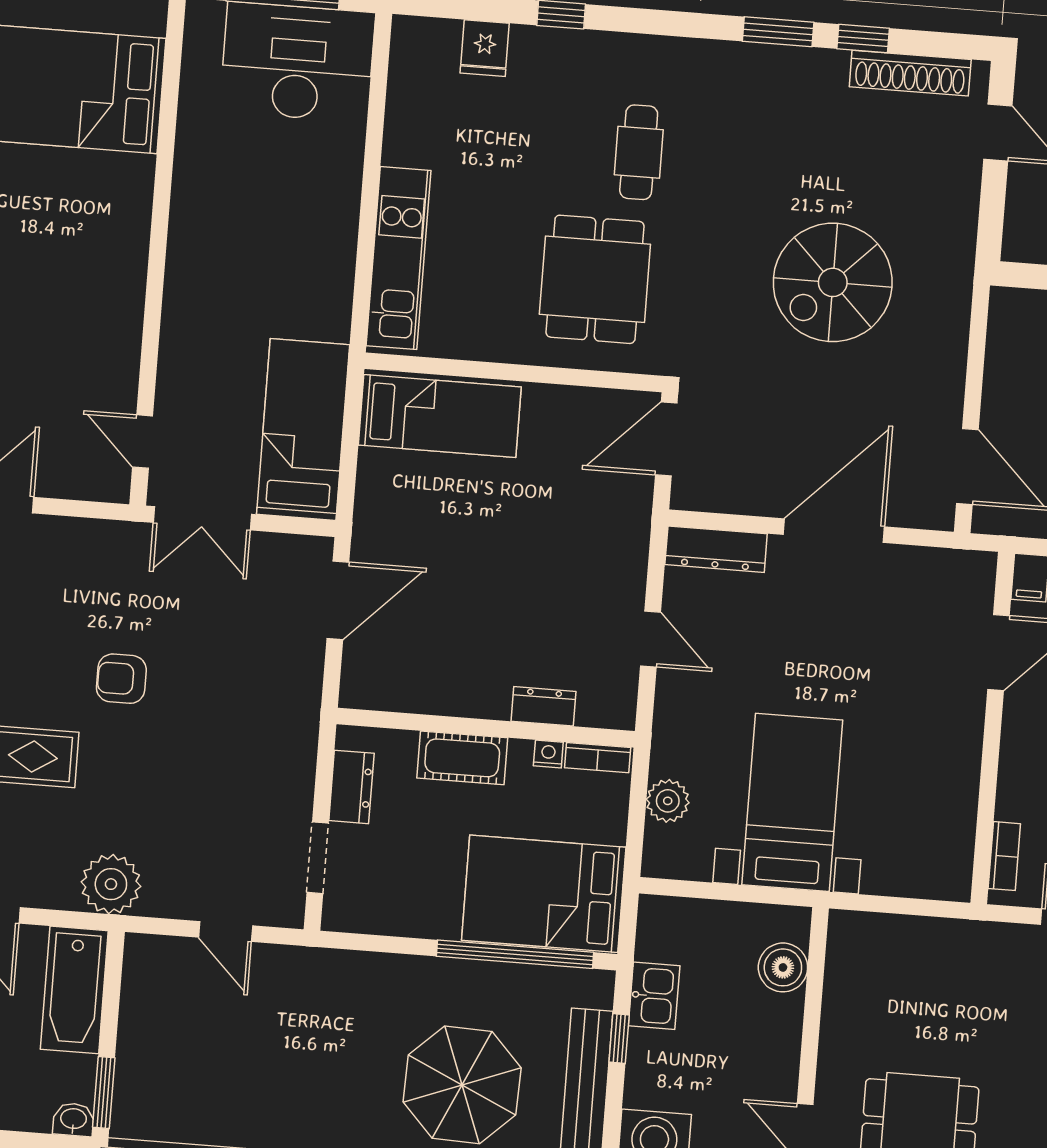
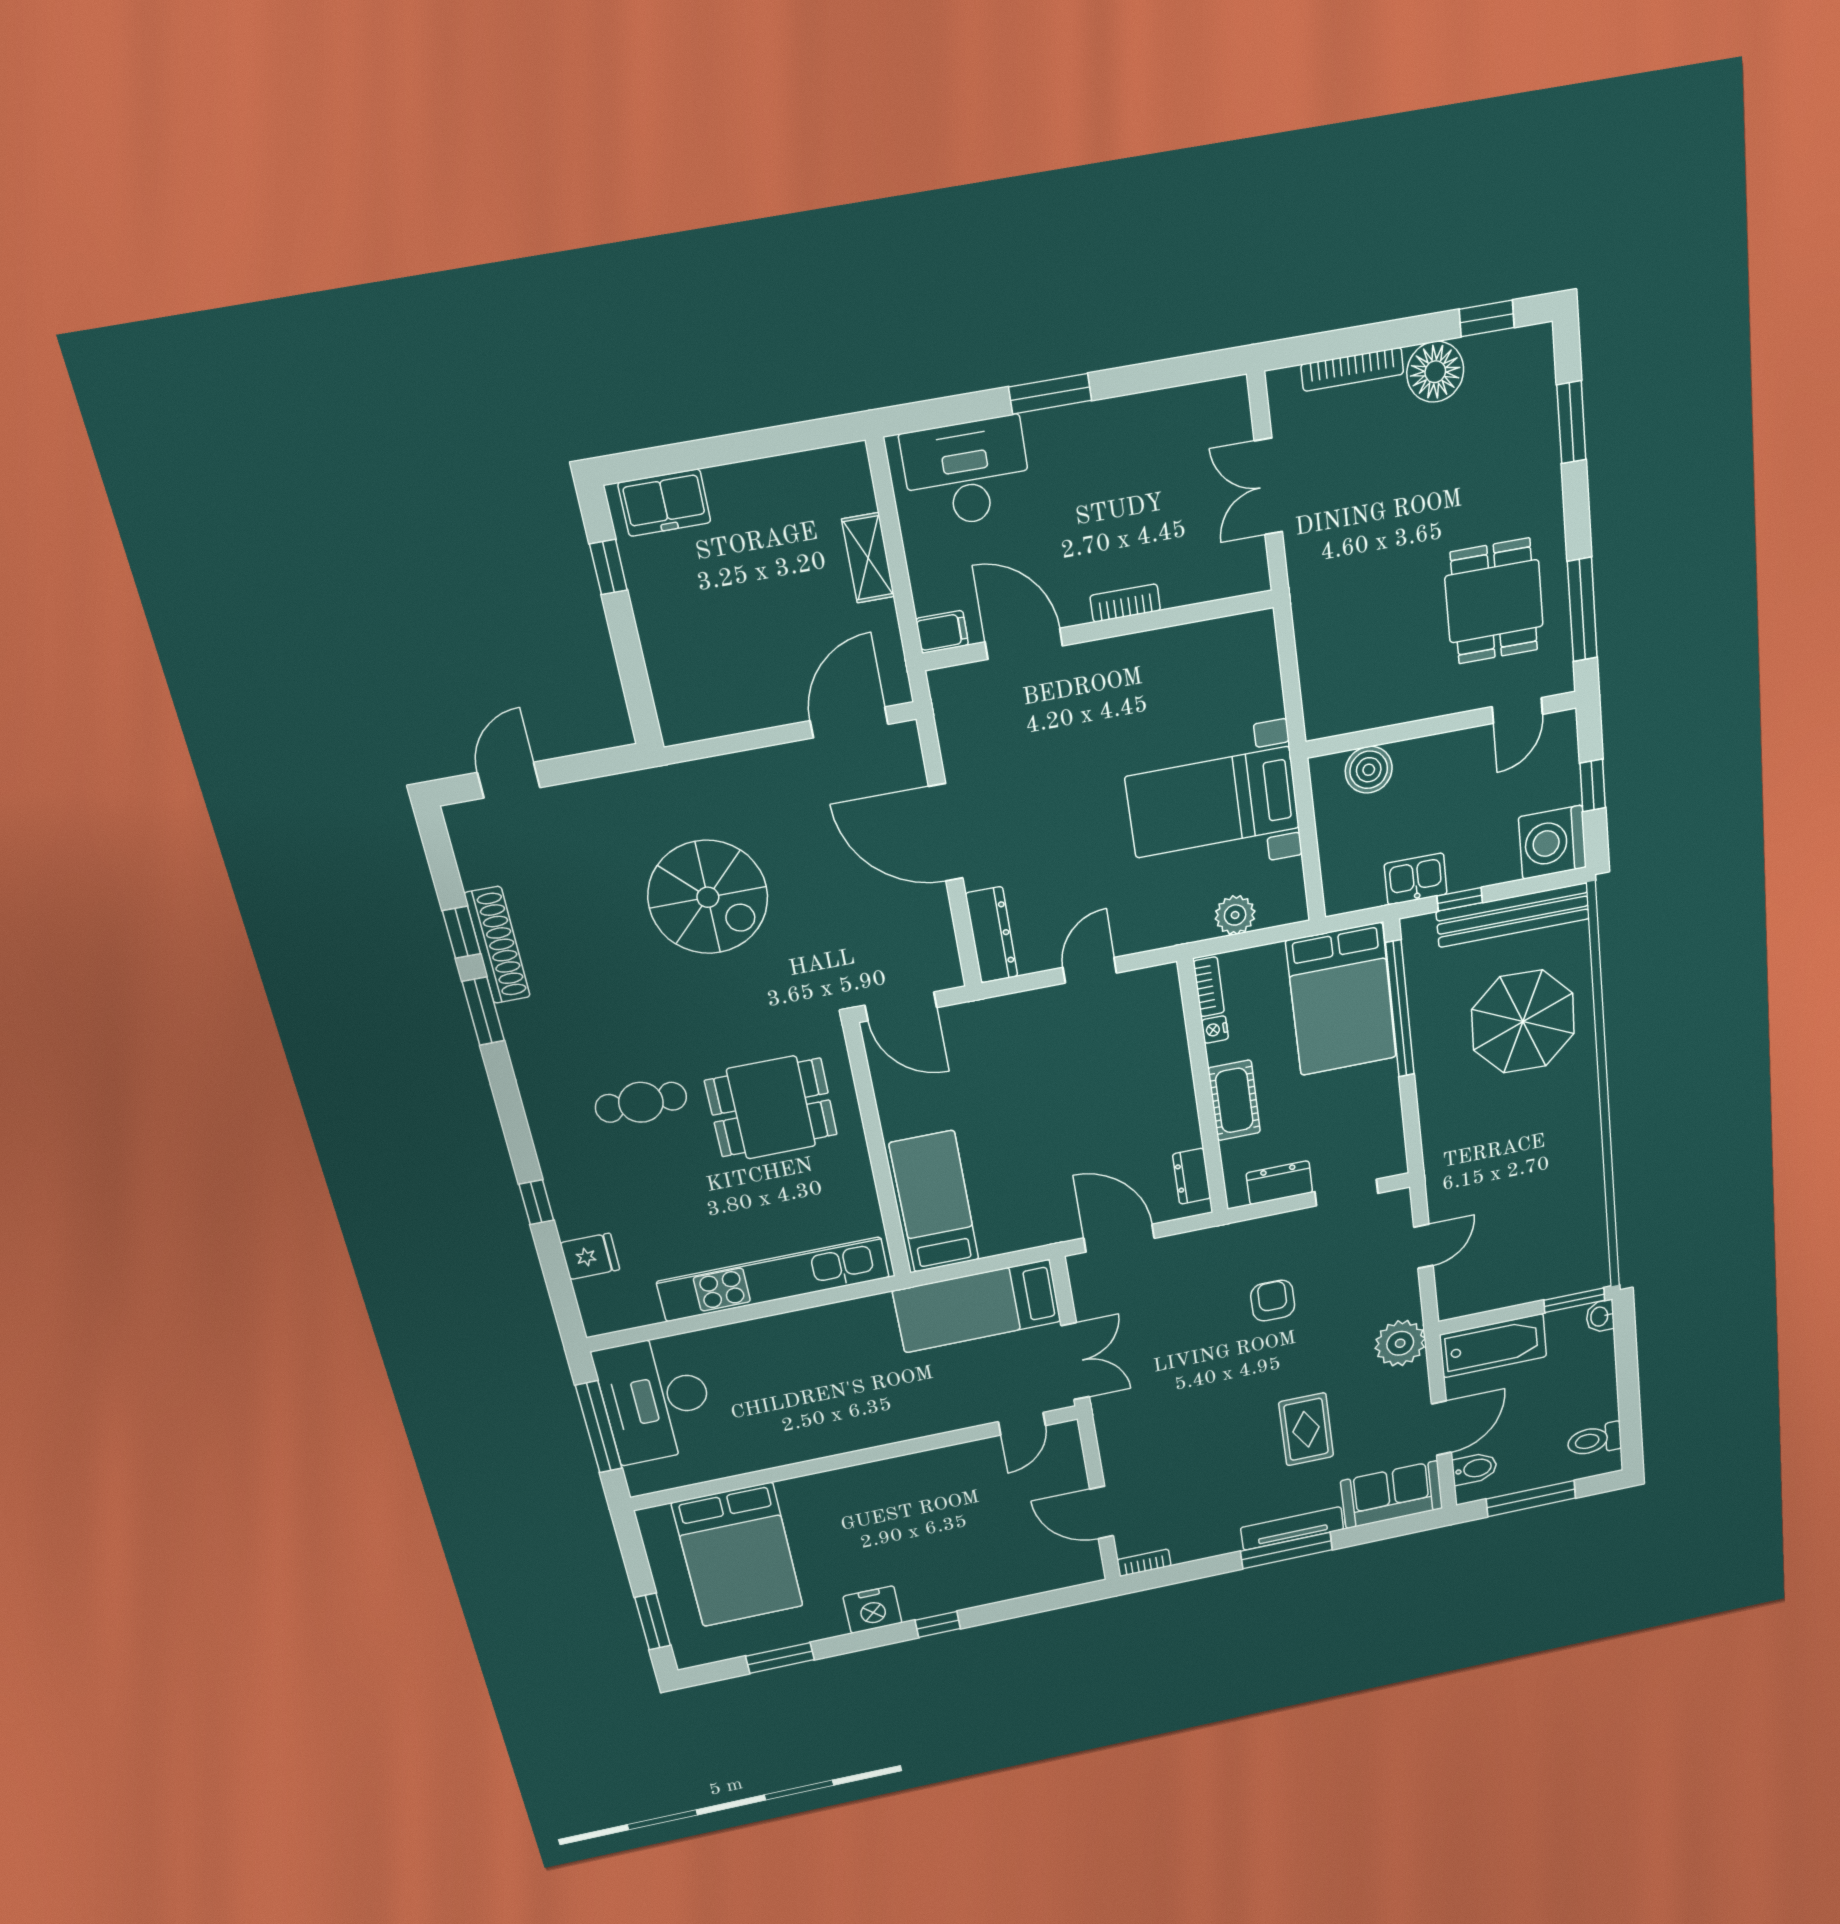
shoe rack: (910, 73) -> (497, 945), moved
kitchen unit: (398, 258) -> (773, 1279), width x1.36
armchair: (121, 679) -> (1273, 1301), moved, turned 180
dresser: (543, 706) -> (1192, 1176), moved
bookcase: (1004, 856) -> (1125, 603), moved

